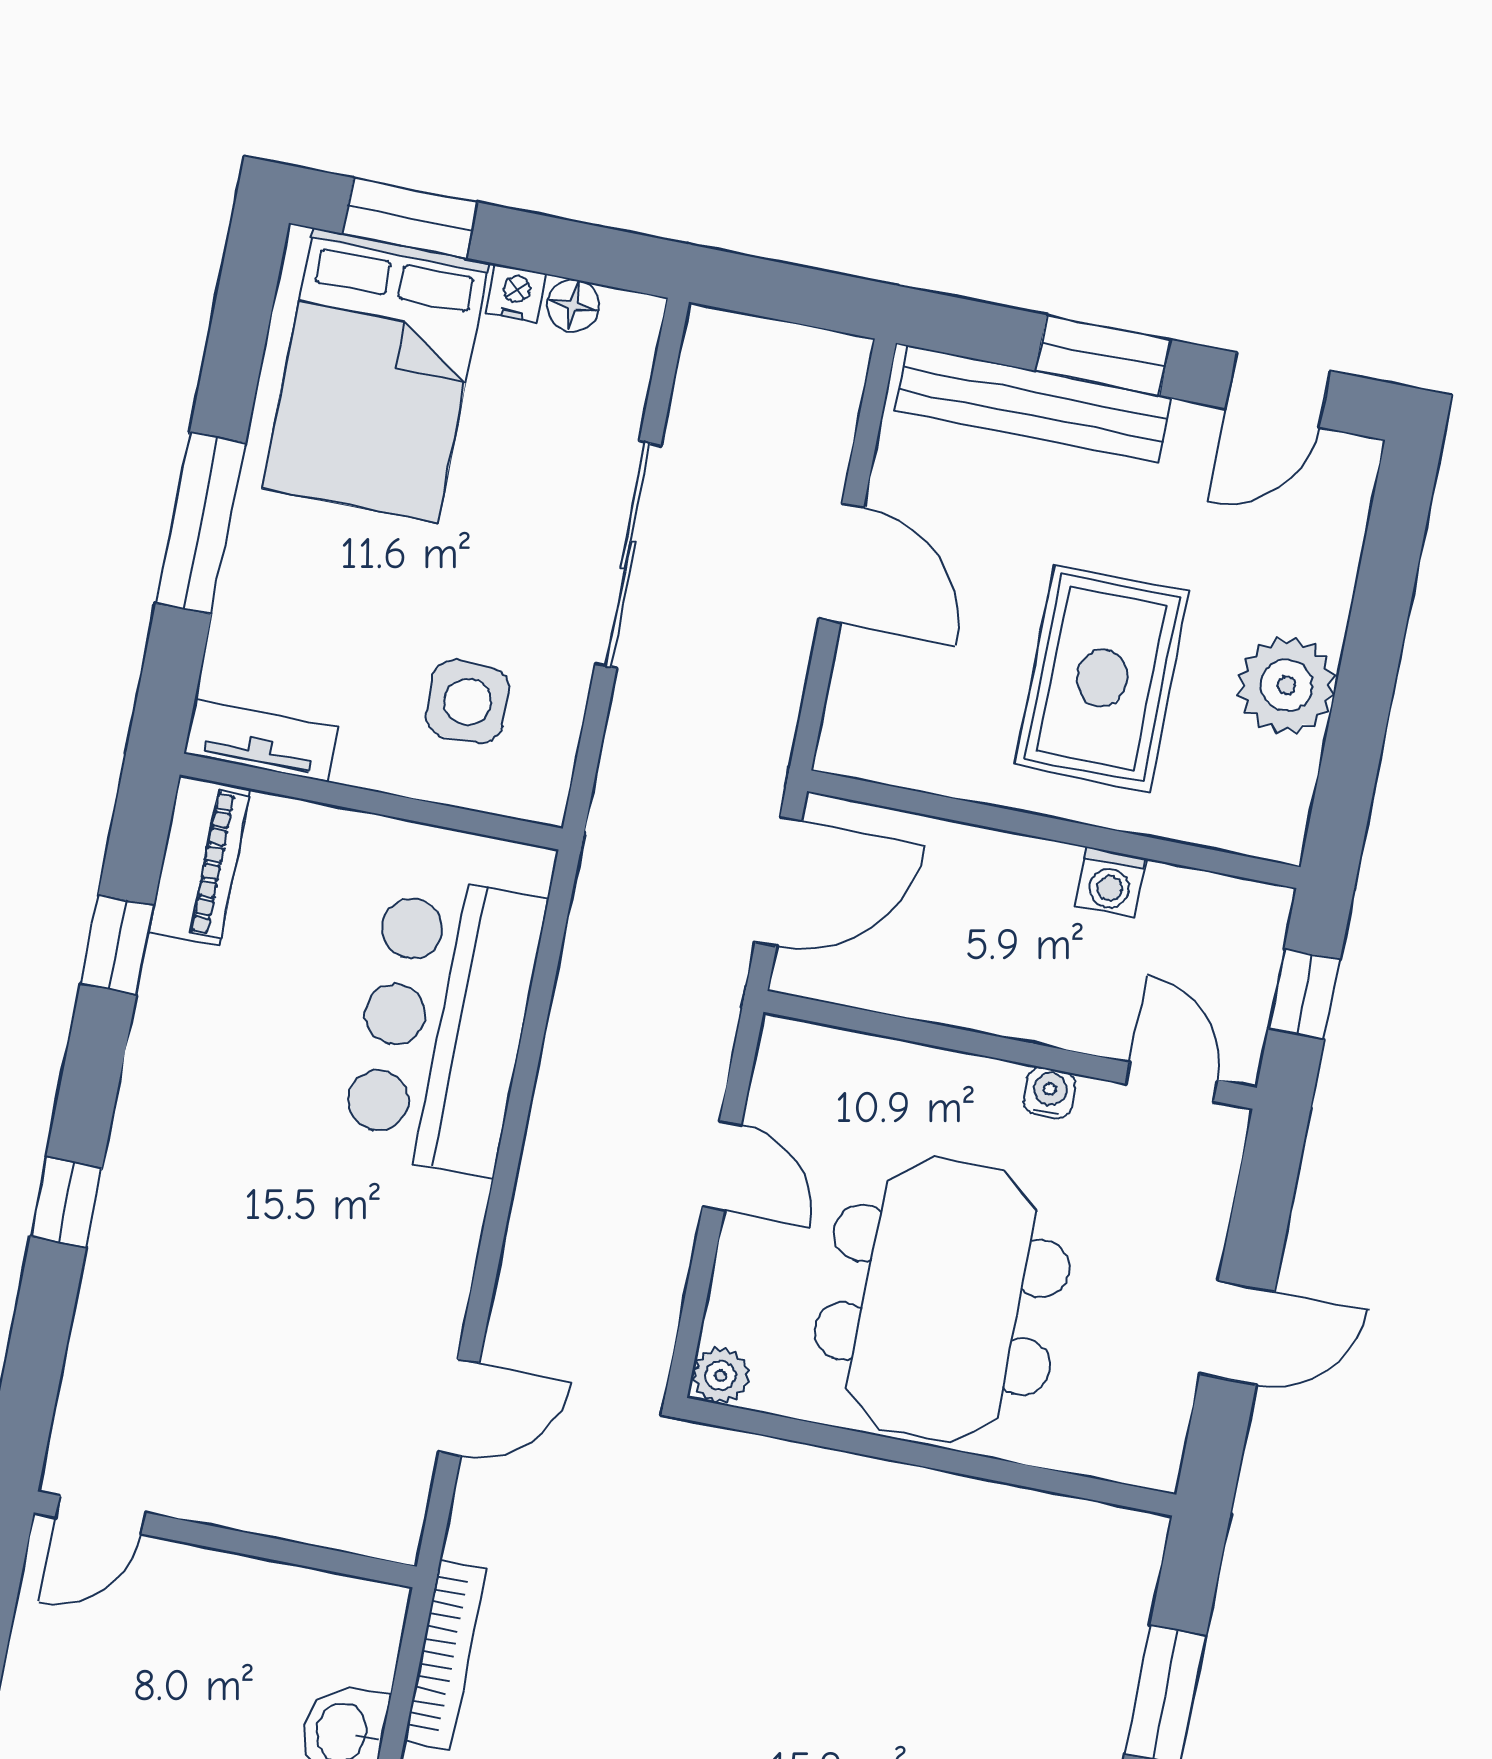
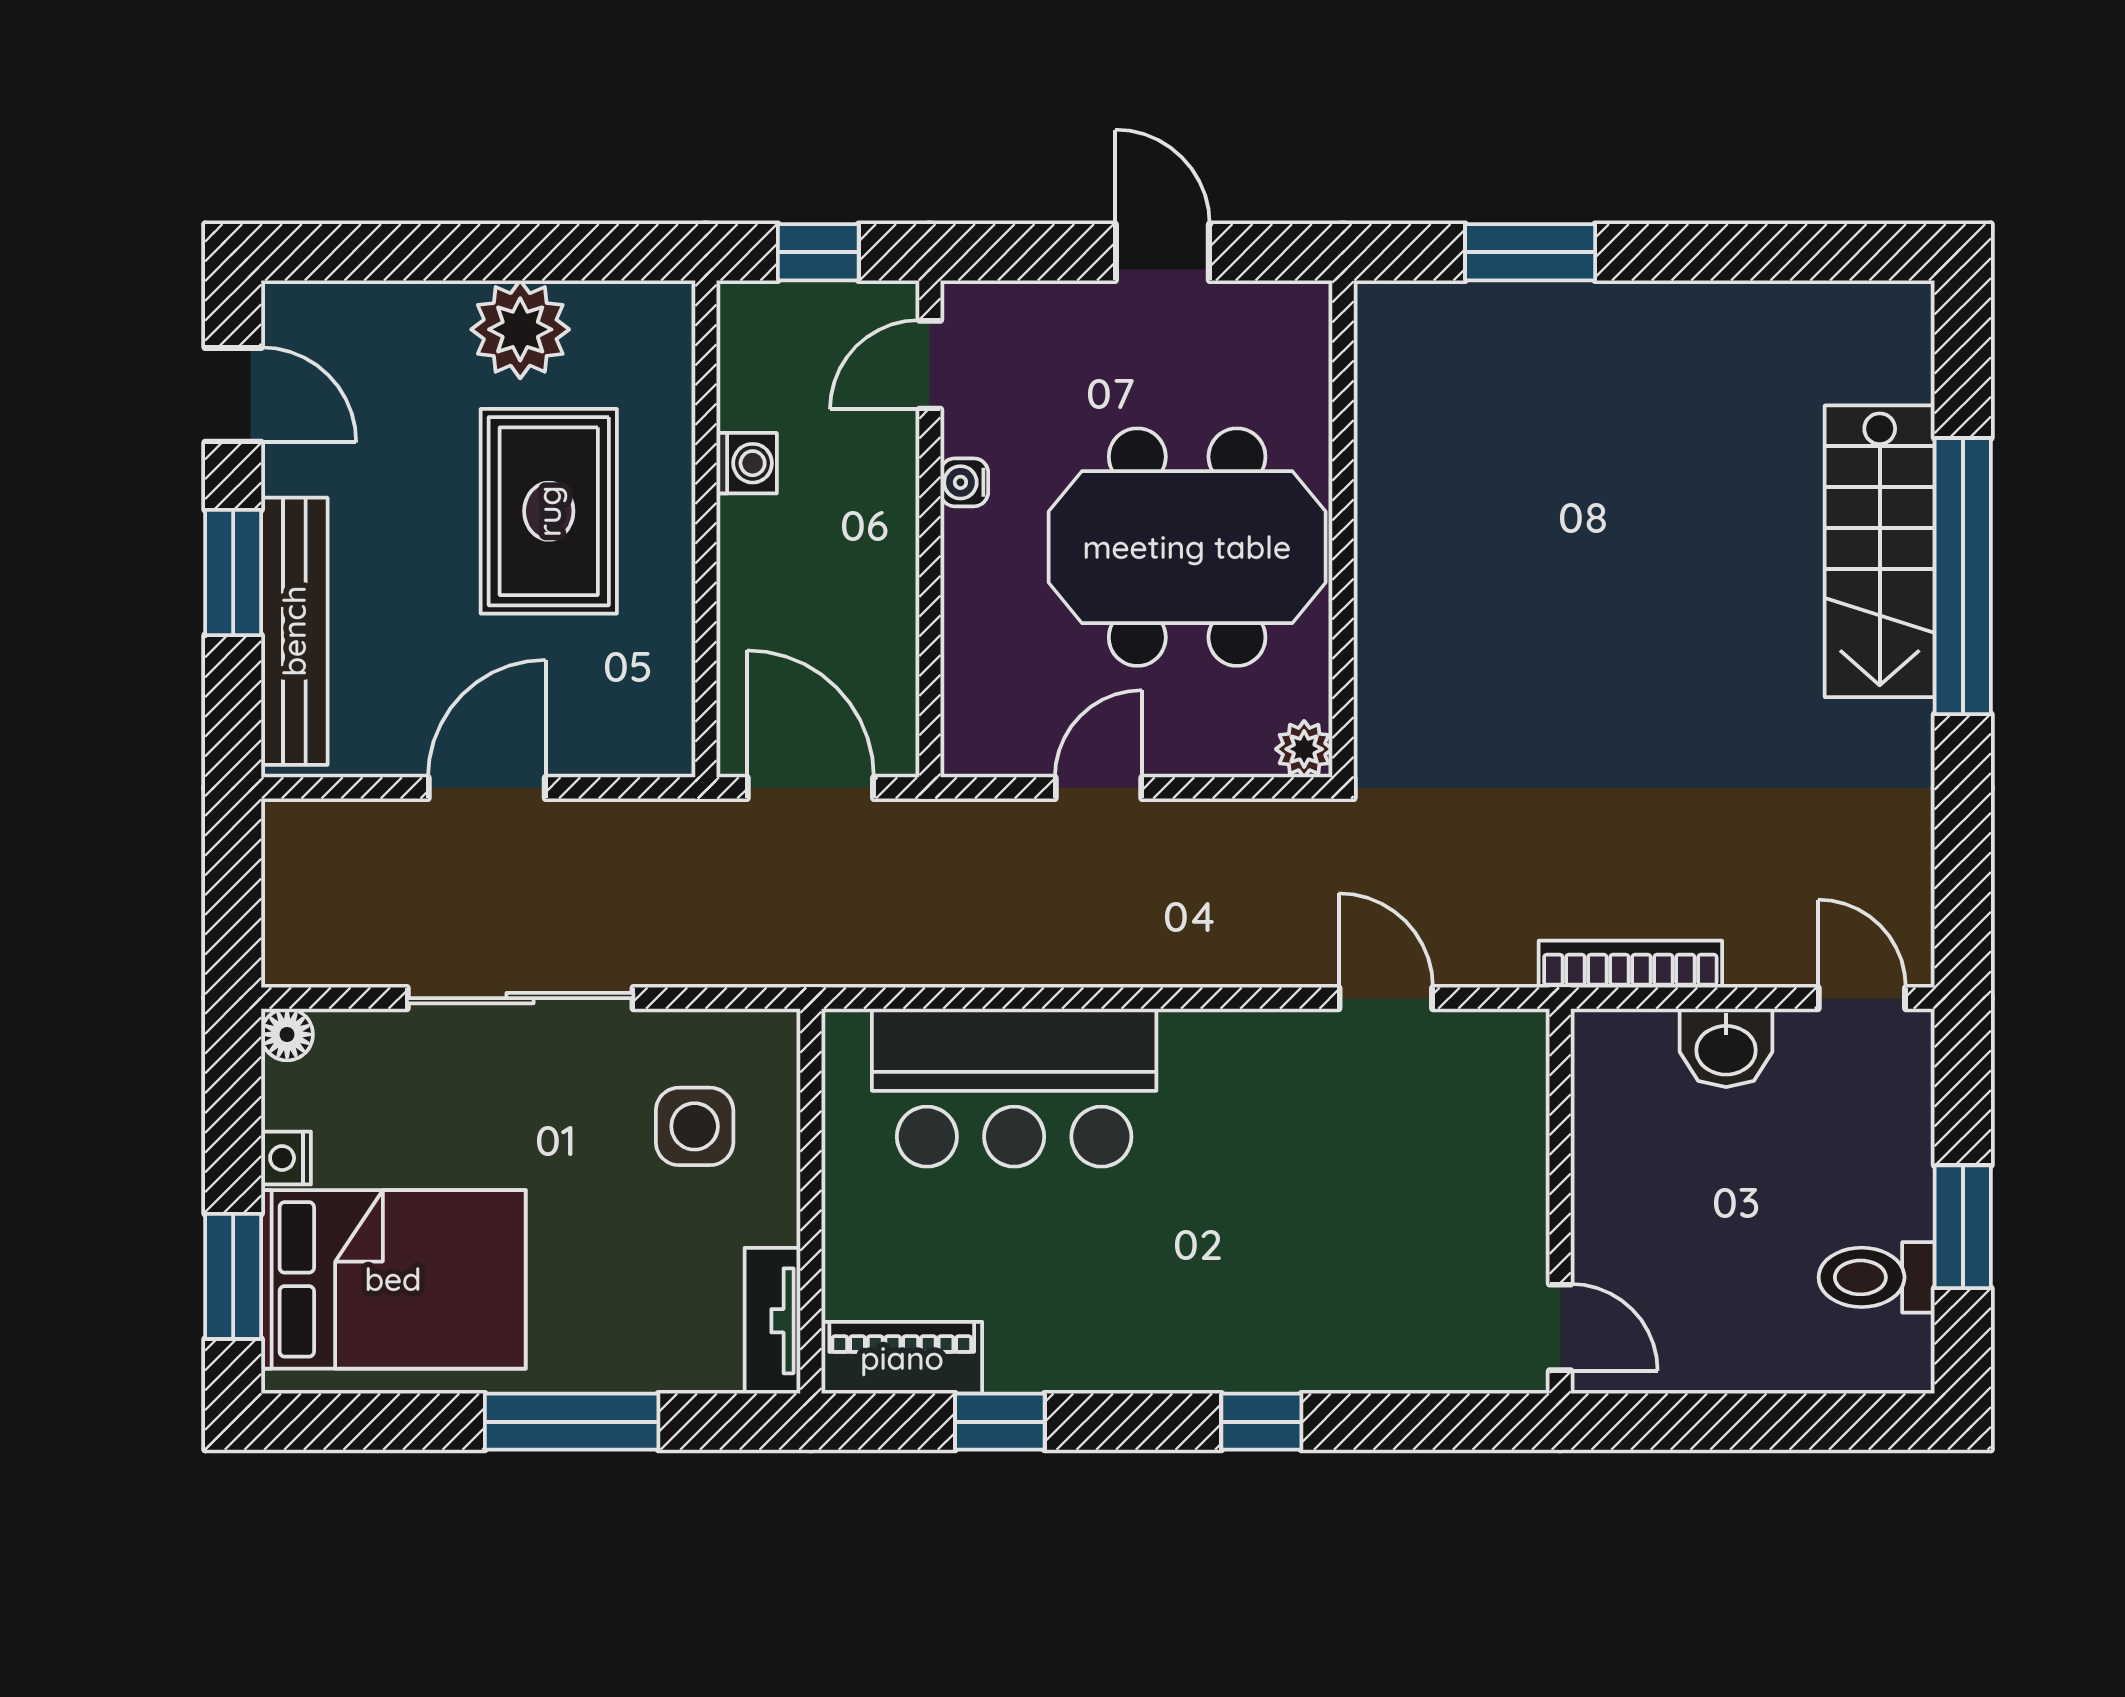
floor lamp: (573, 305) -> (287, 1034), moved
rug: (1102, 678) -> (549, 511), turned 90

